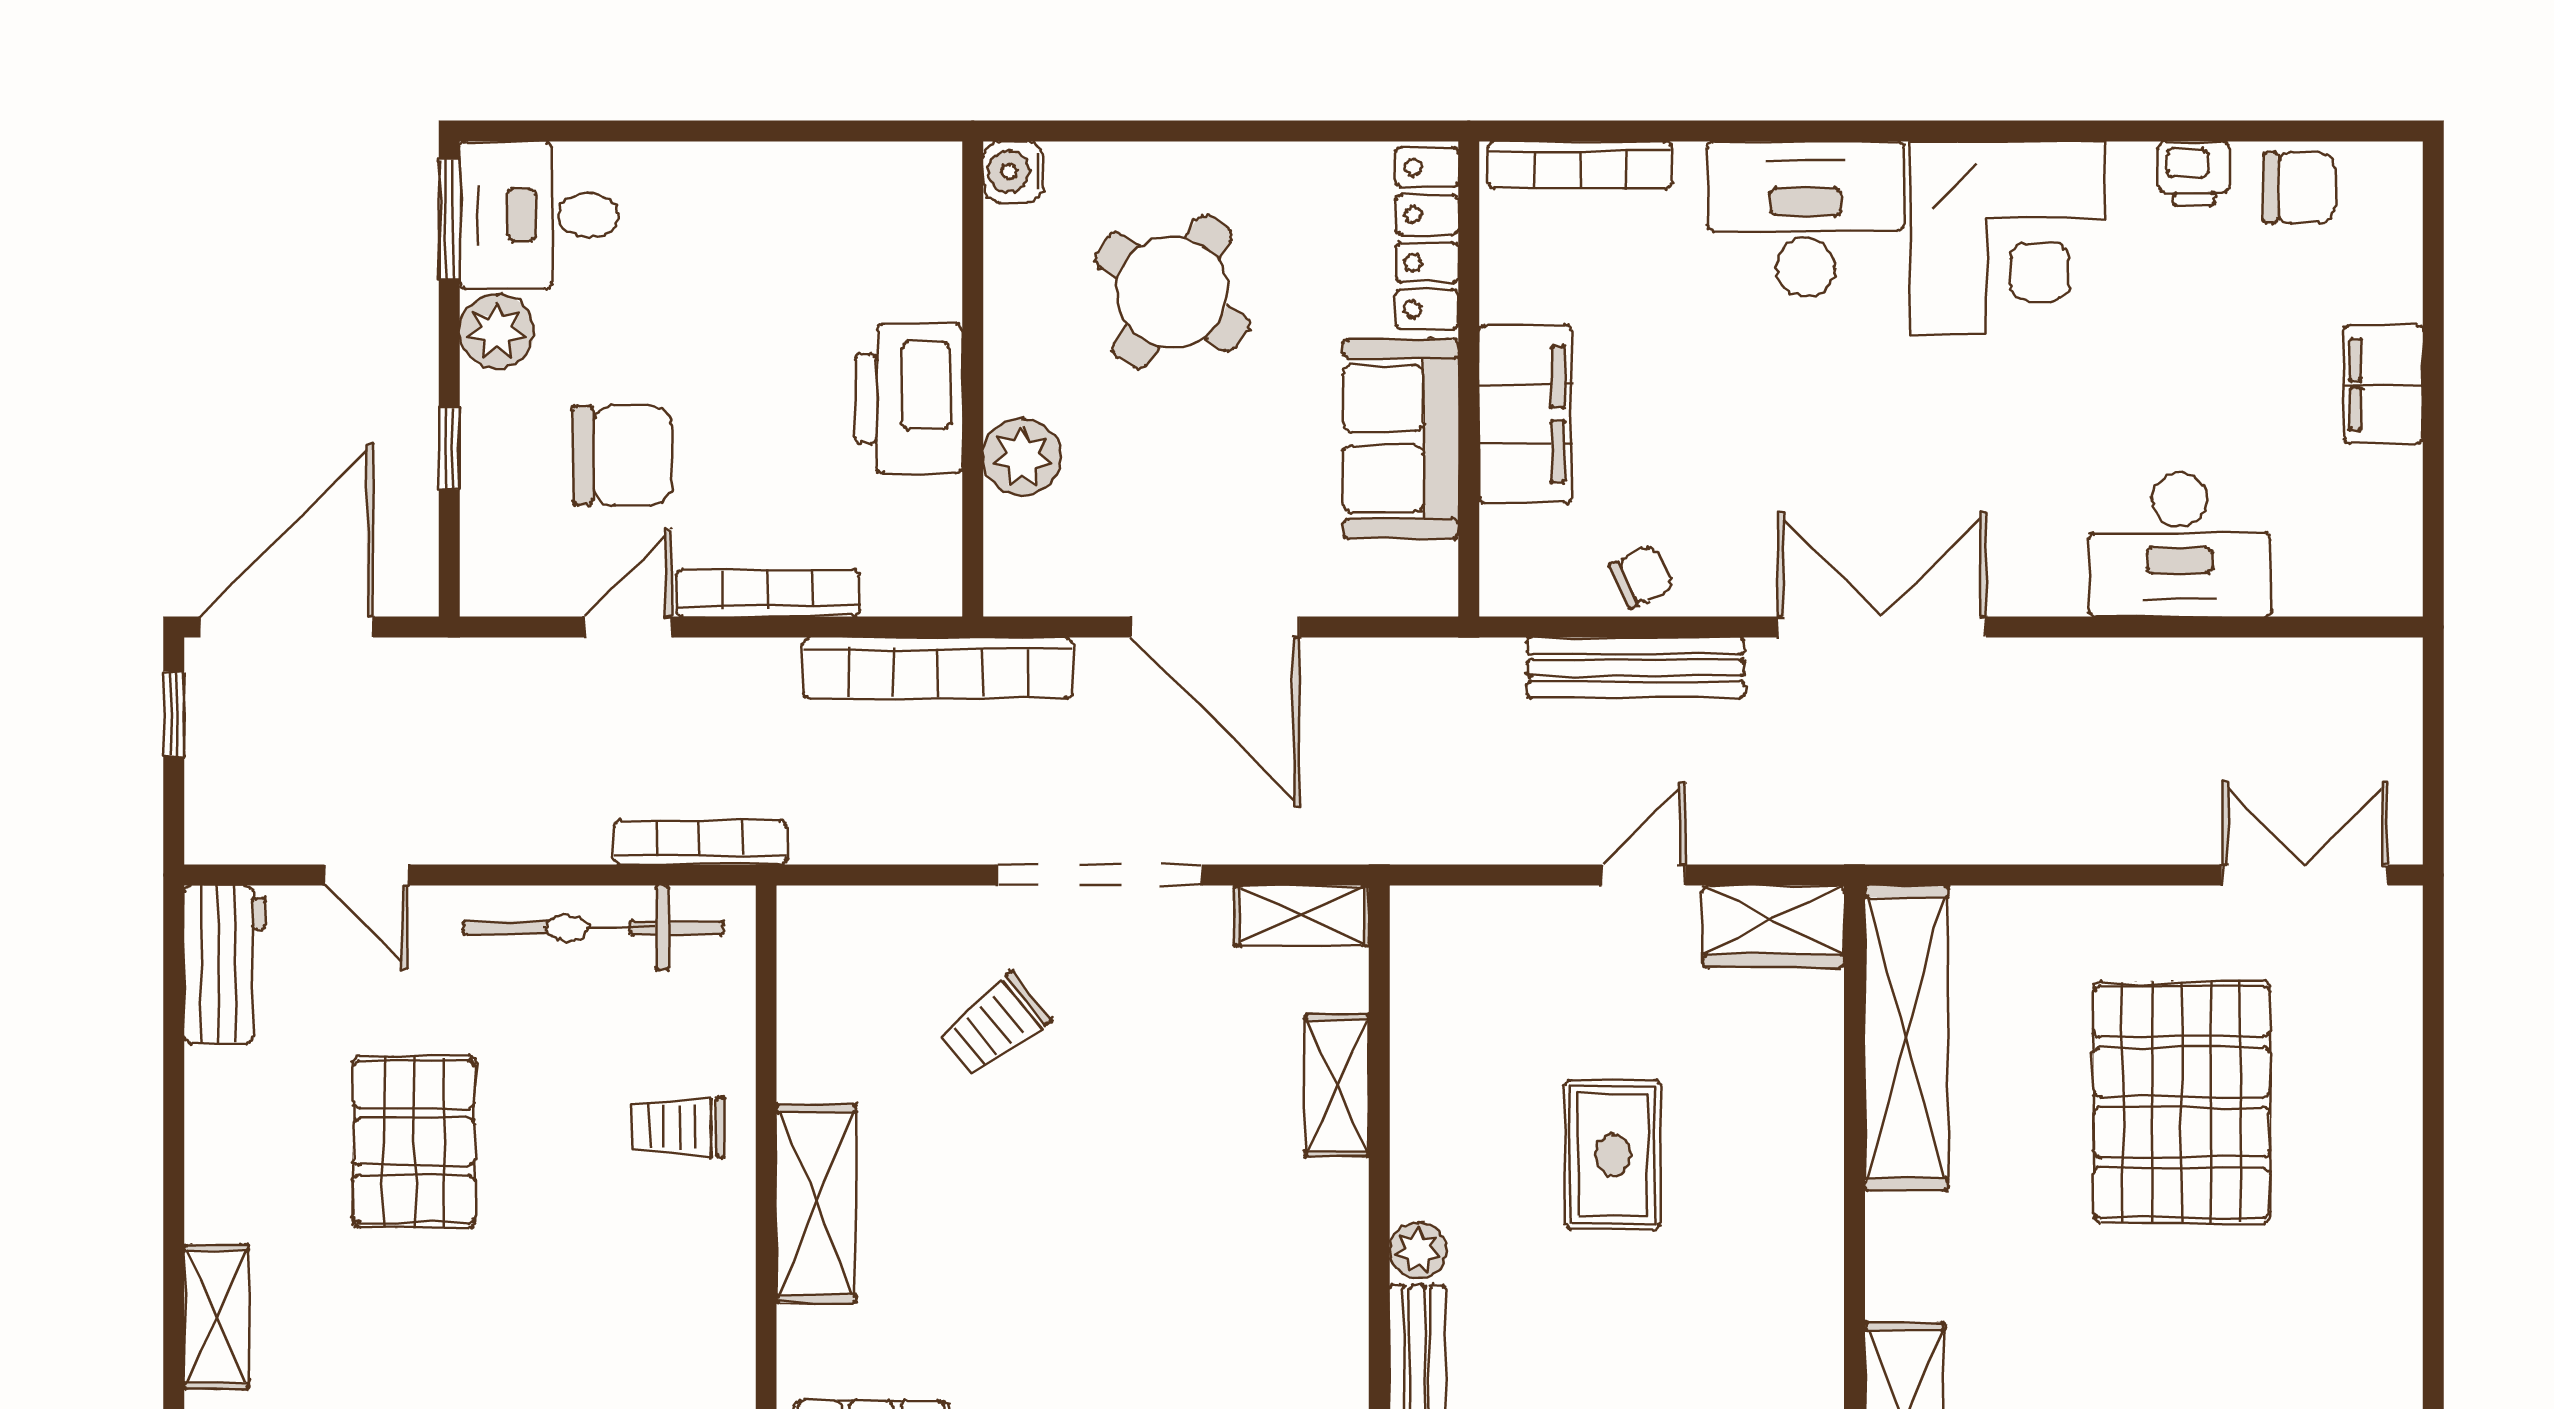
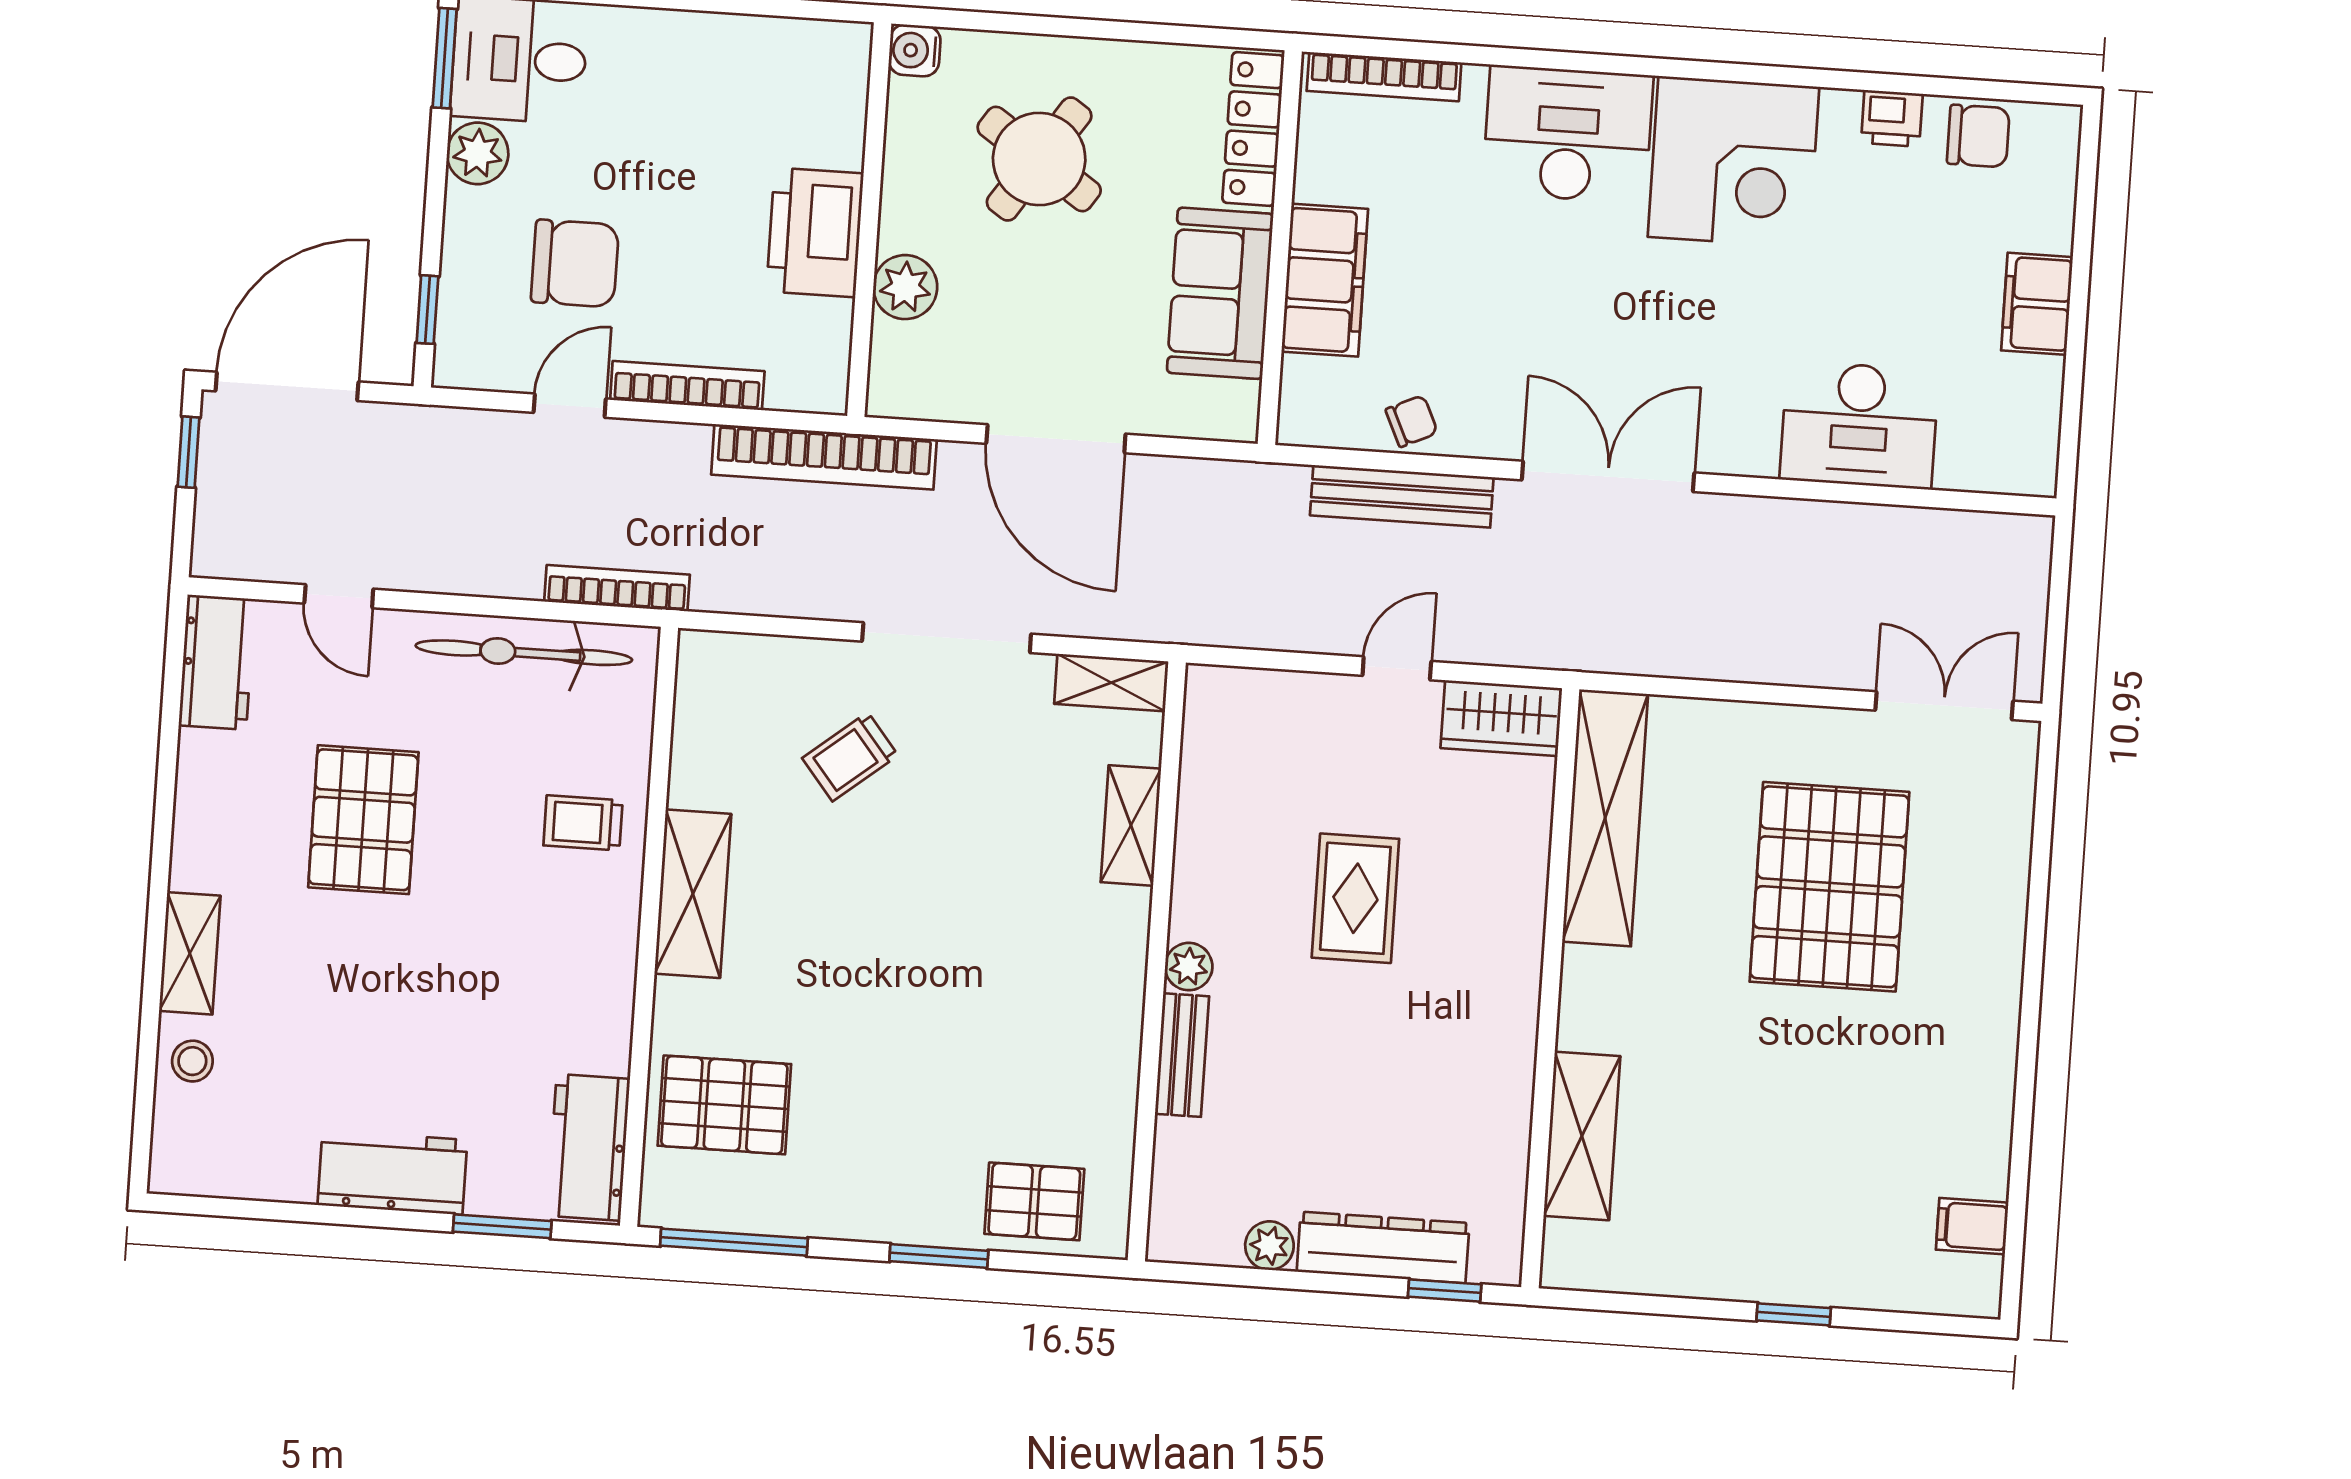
window: (449, 448) -> (427, 310), moved

